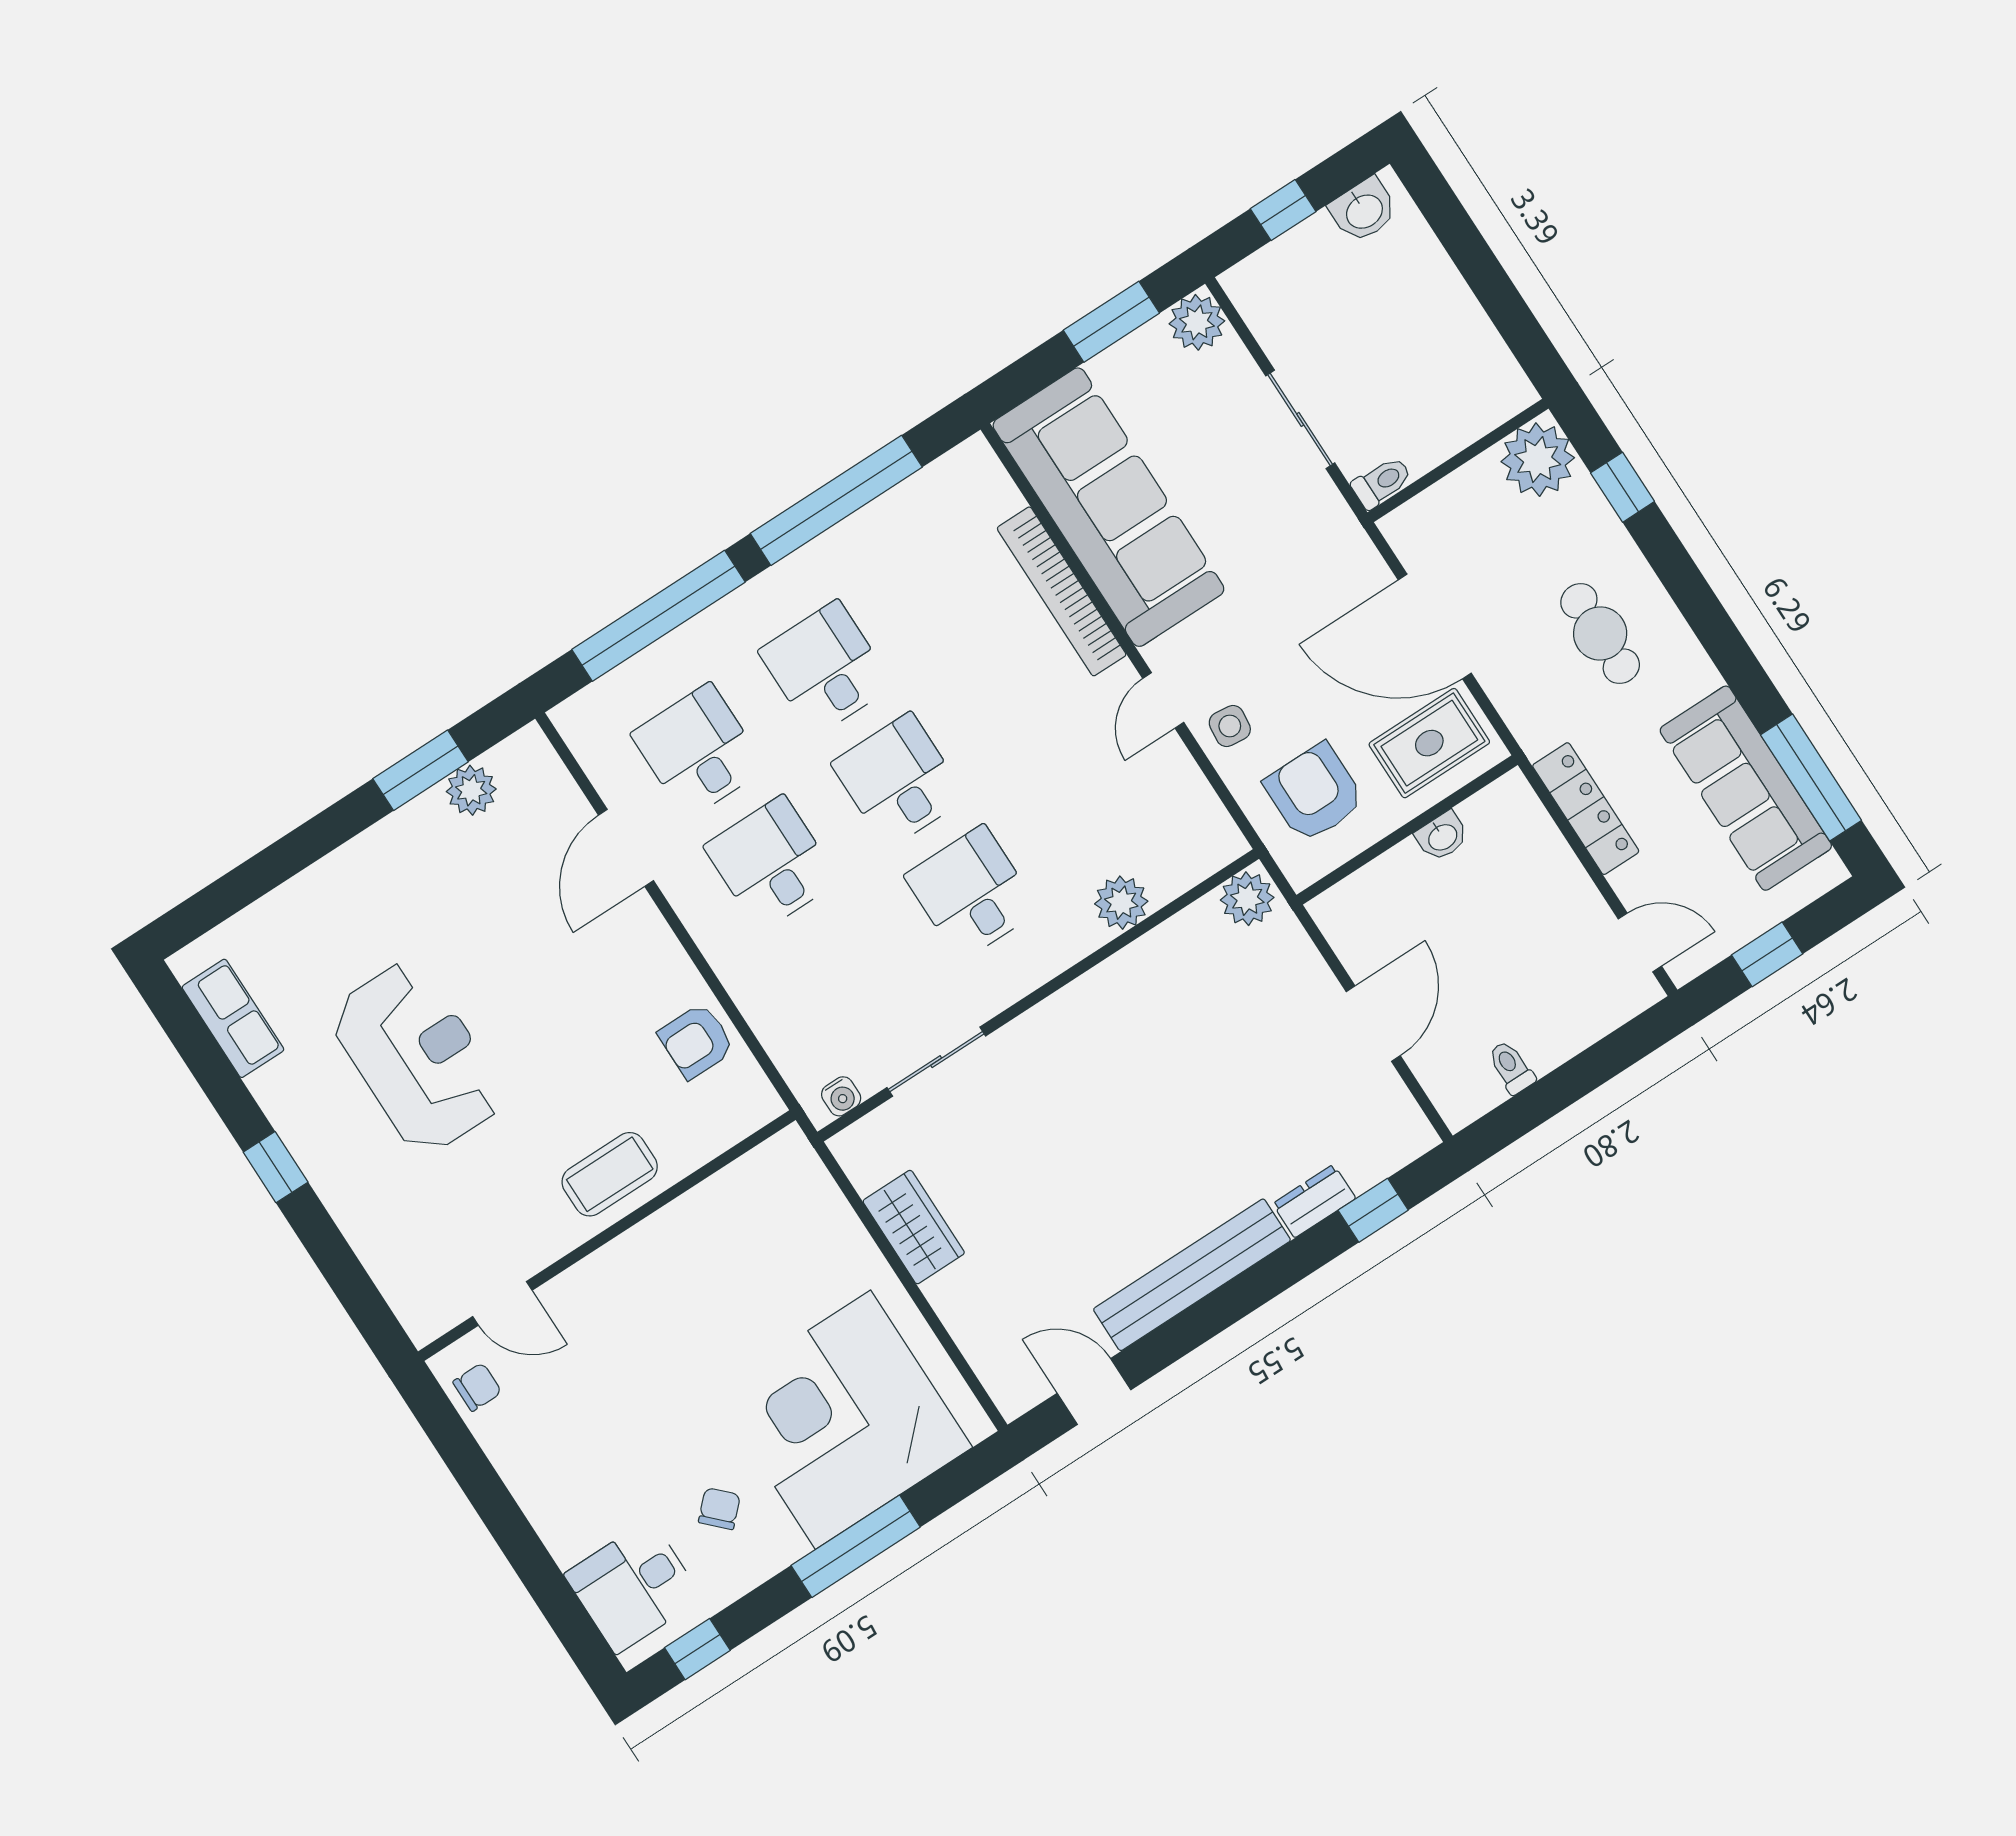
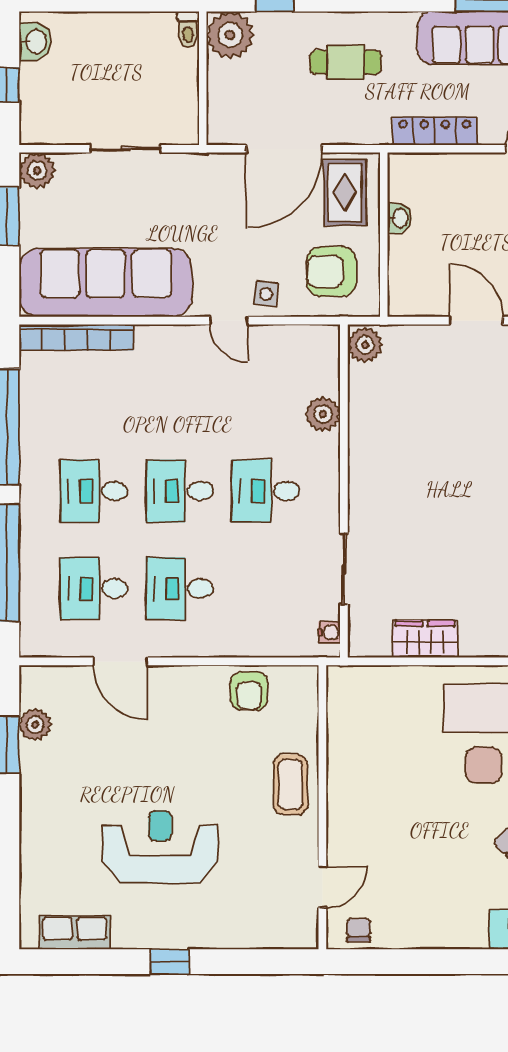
toilet: (1382, 482) -> (188, 29), moved, turned 180
bookcase: (1062, 591) -> (76, 337), moved

